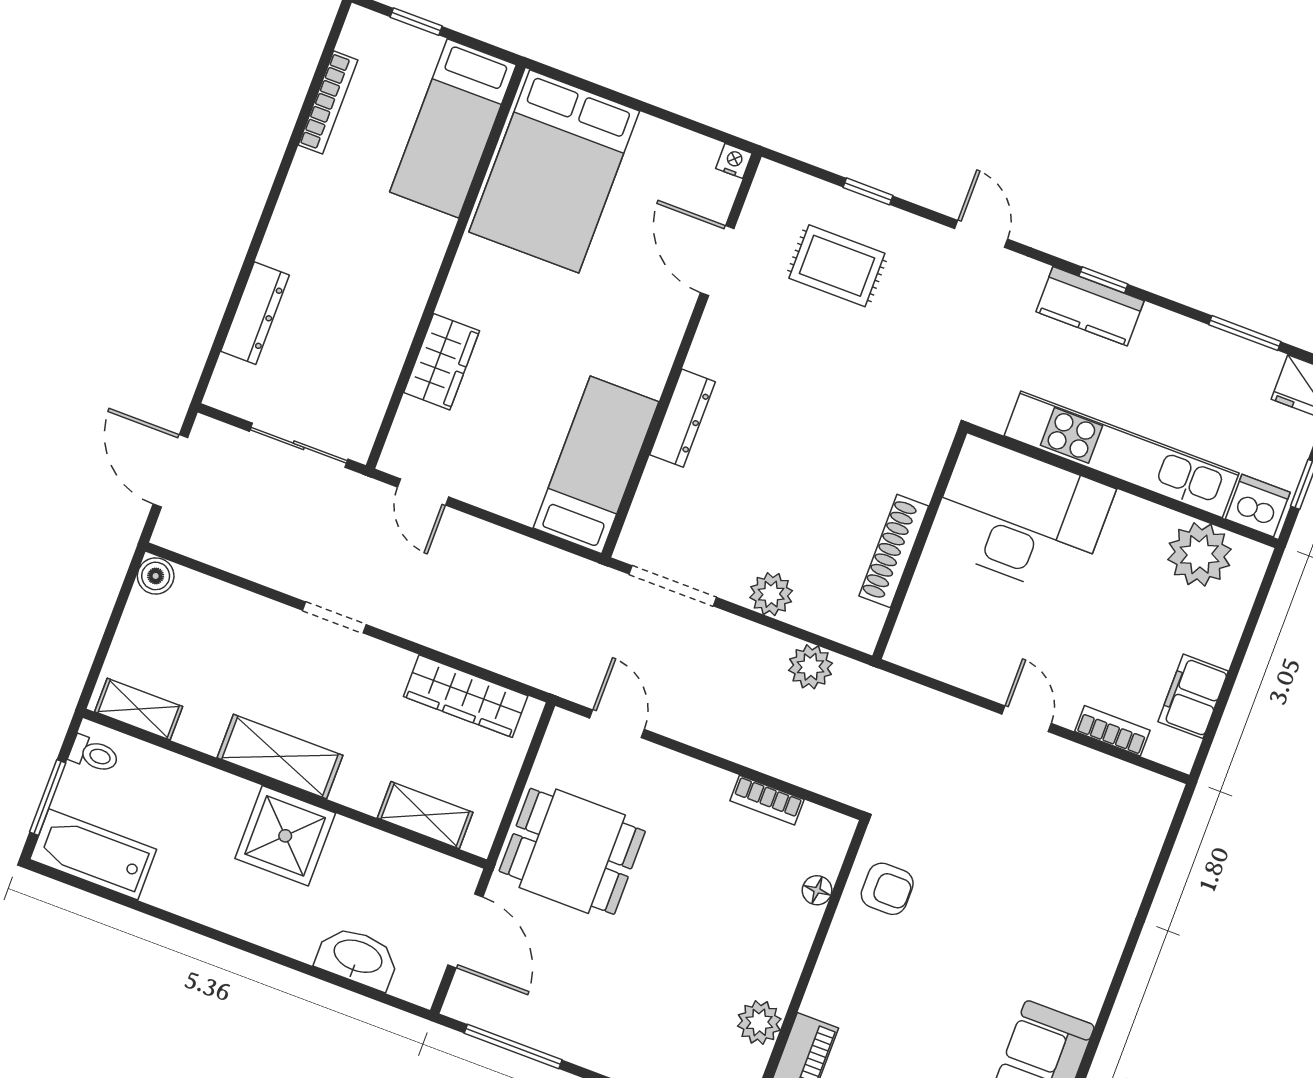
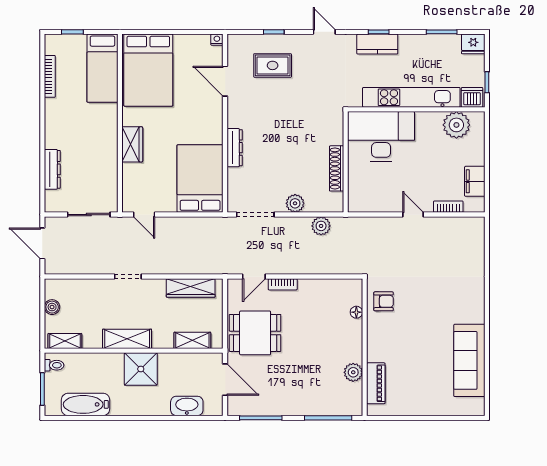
wardrobe: (442, 362) -> (132, 144), moved
bed: (596, 465) -> (200, 179), width x1.50
boiler: (156, 576) -> (52, 307), moved
door: (617, 724) -> (254, 277), swing flipped
bookcase: (767, 800) -> (283, 284), moved
bathtub: (93, 854) -> (86, 404), moved

